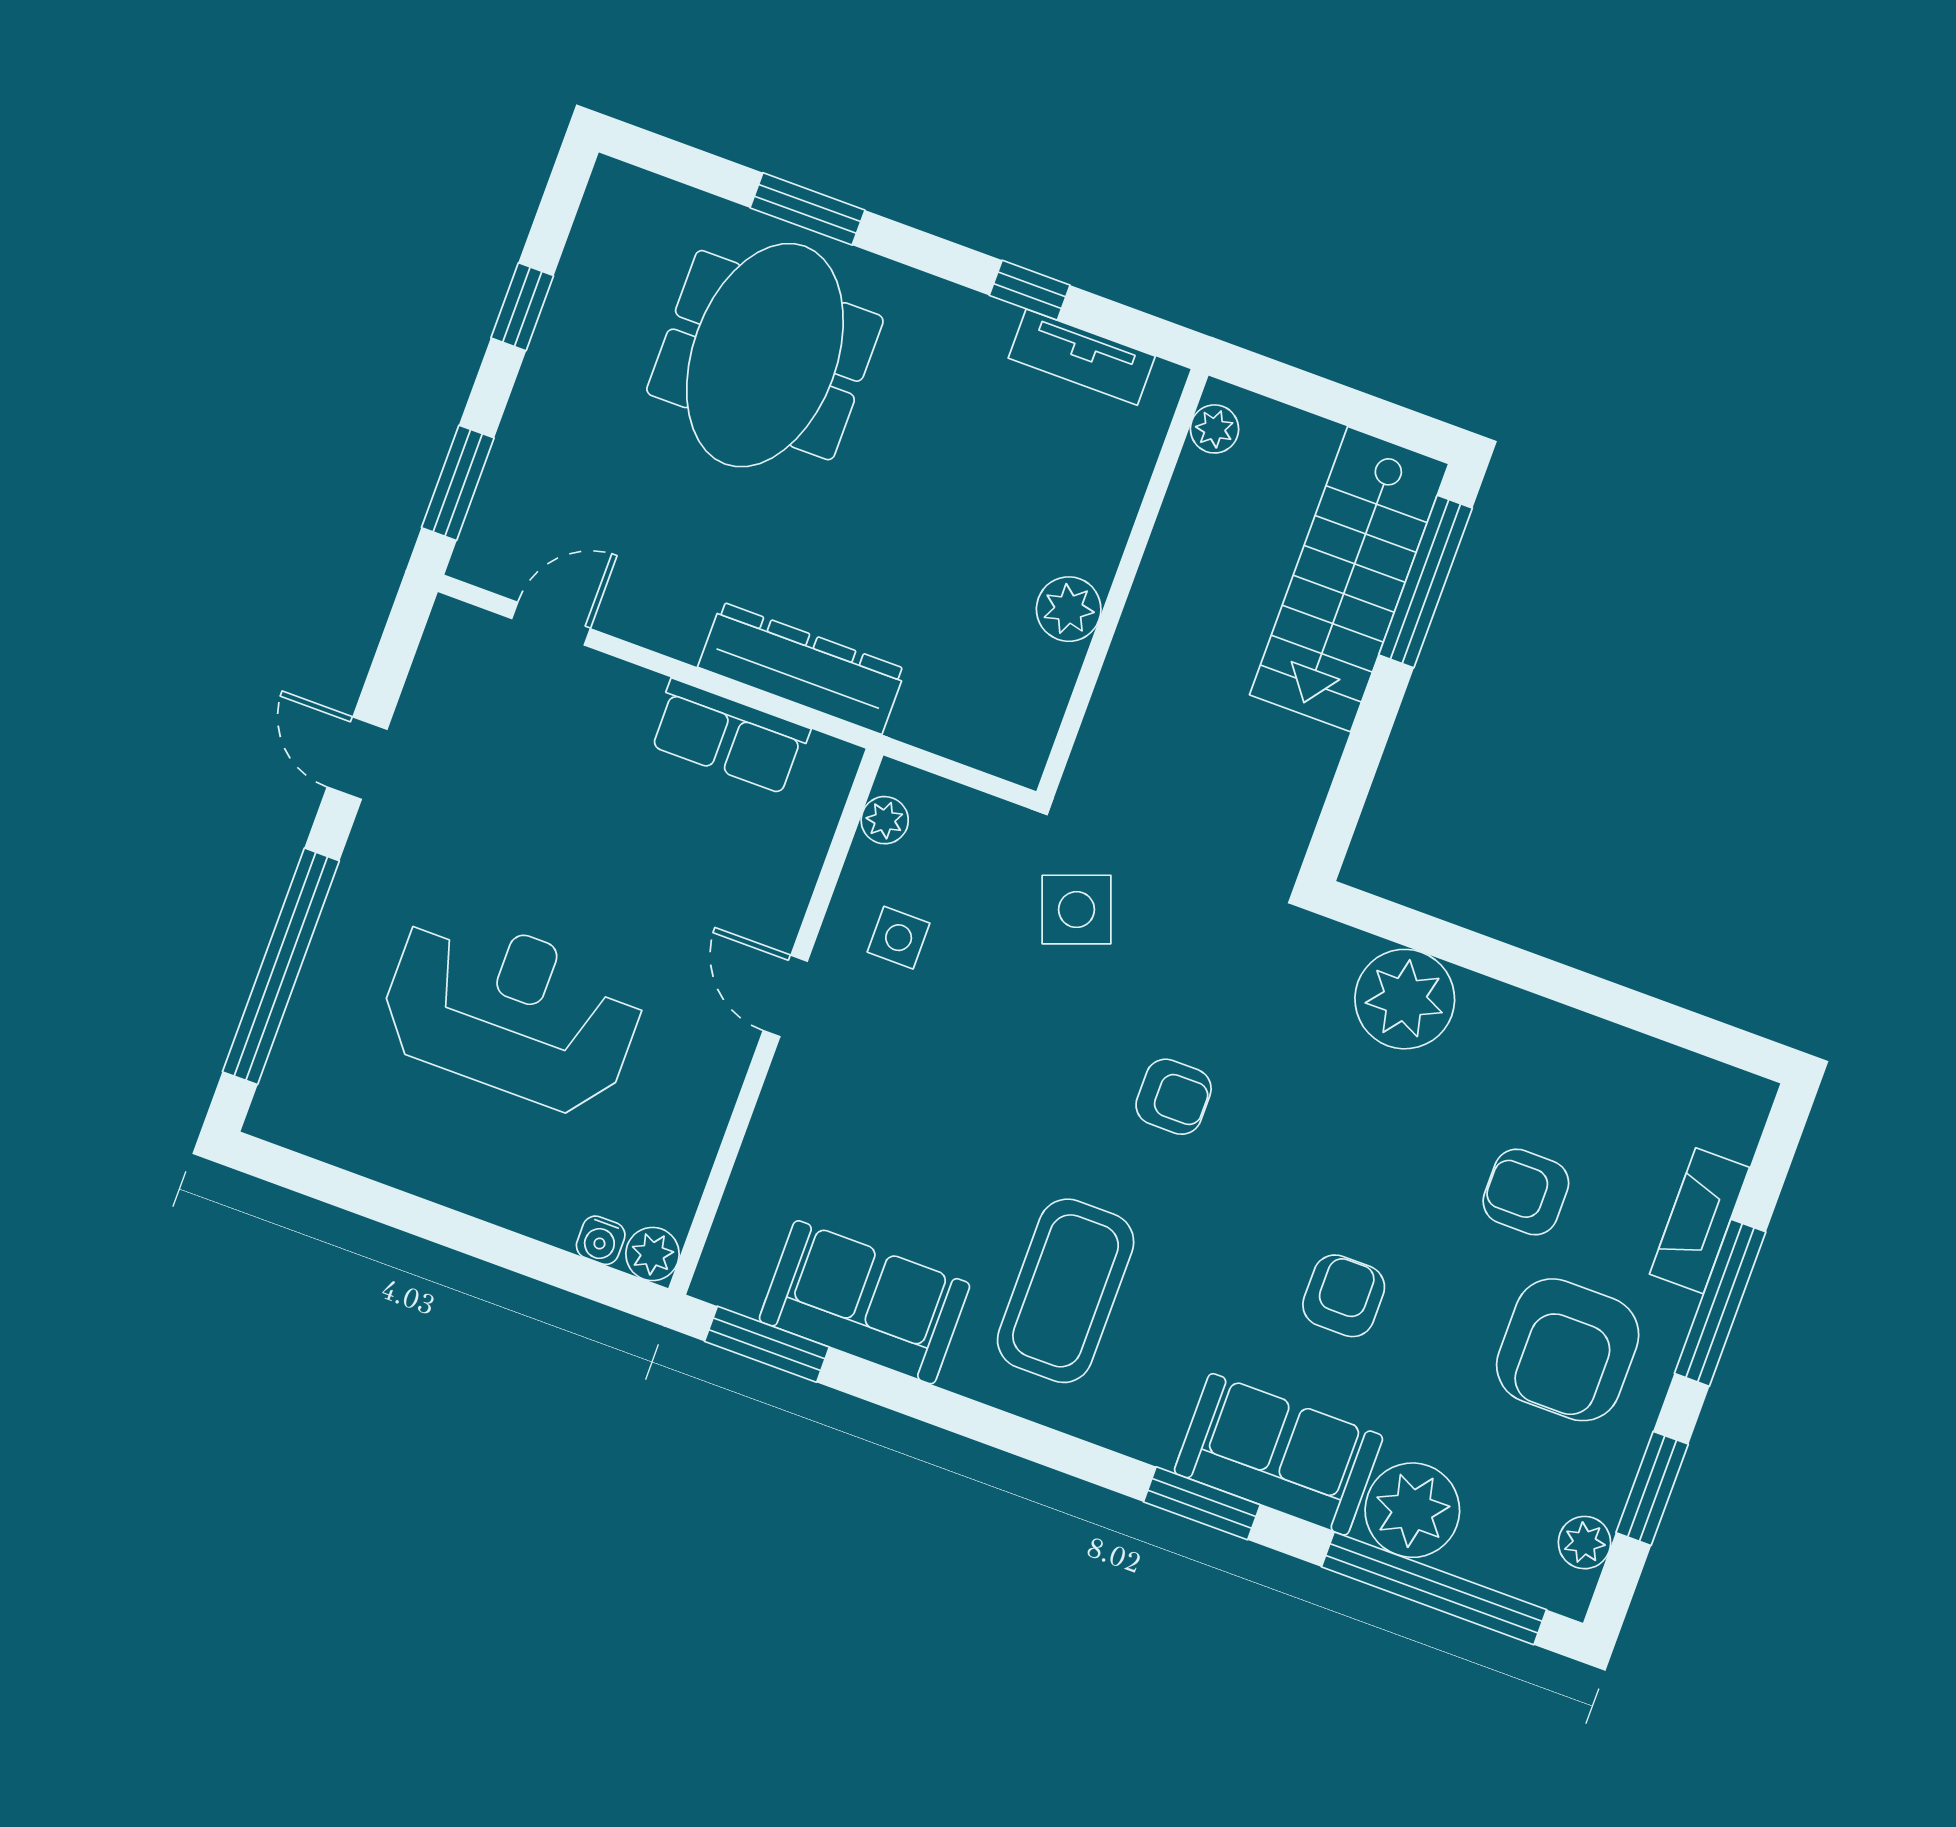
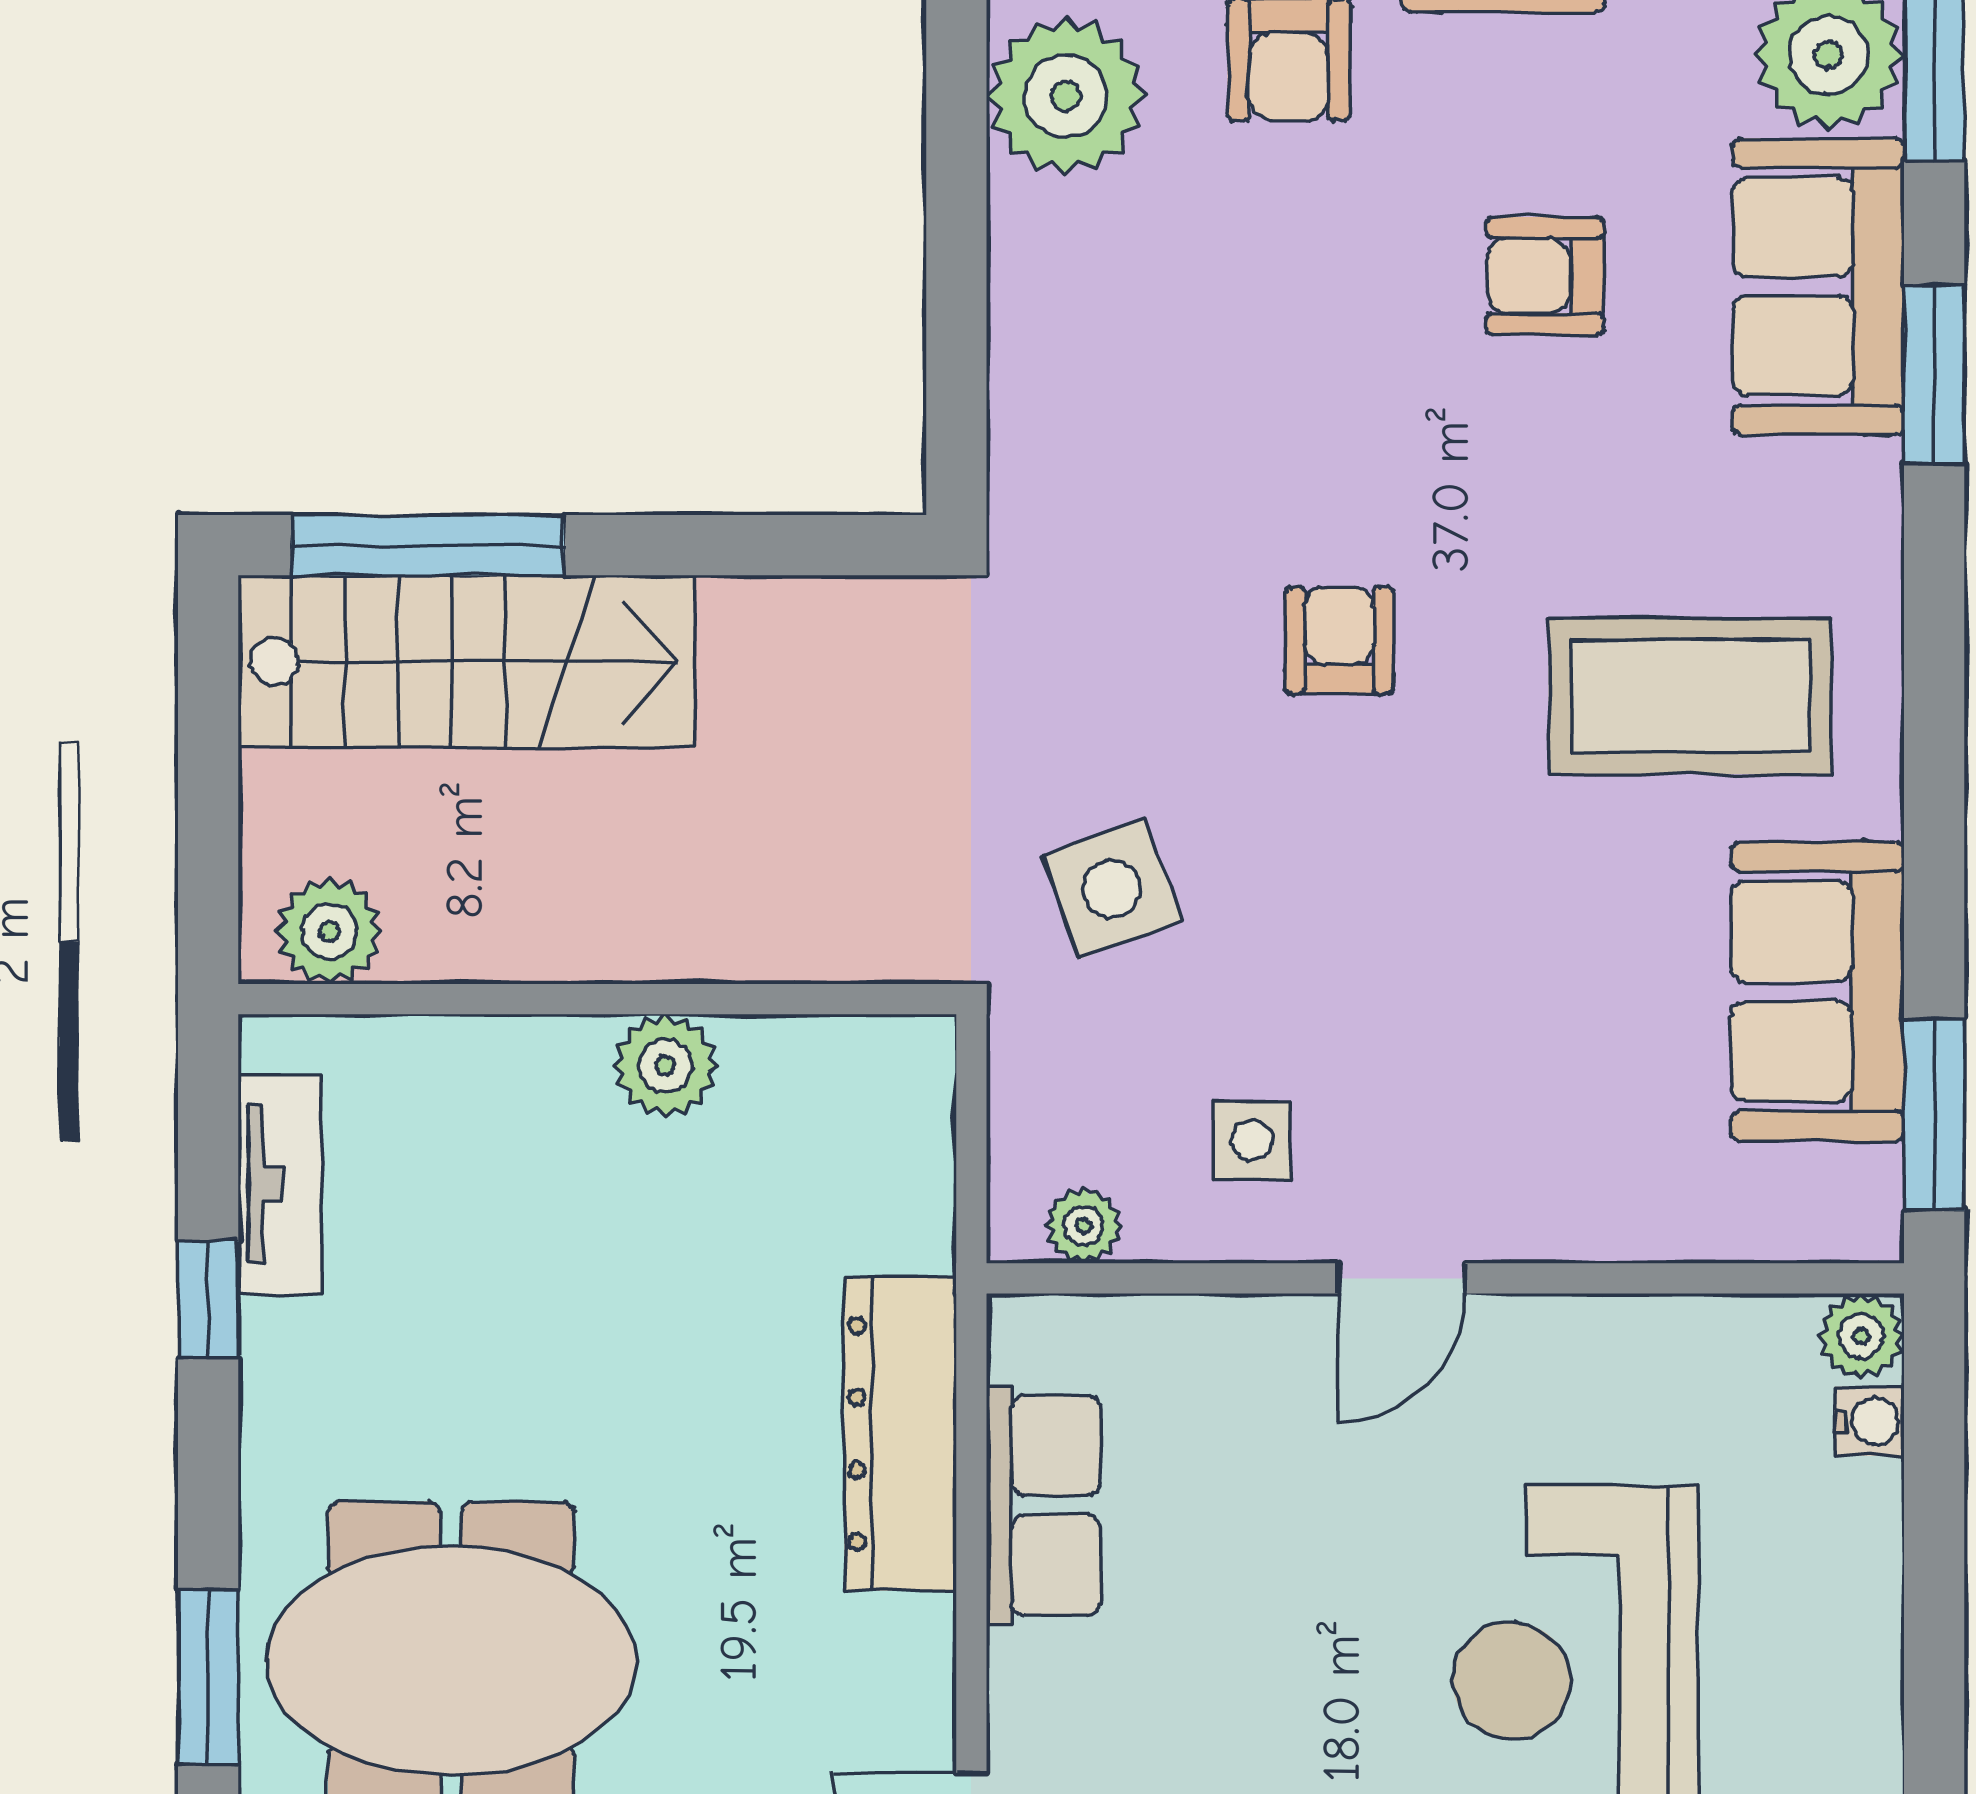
plant: (1214, 429) -> (329, 931), width x1.38, depth x1.38
plant: (1405, 999) -> (1066, 96), moved

